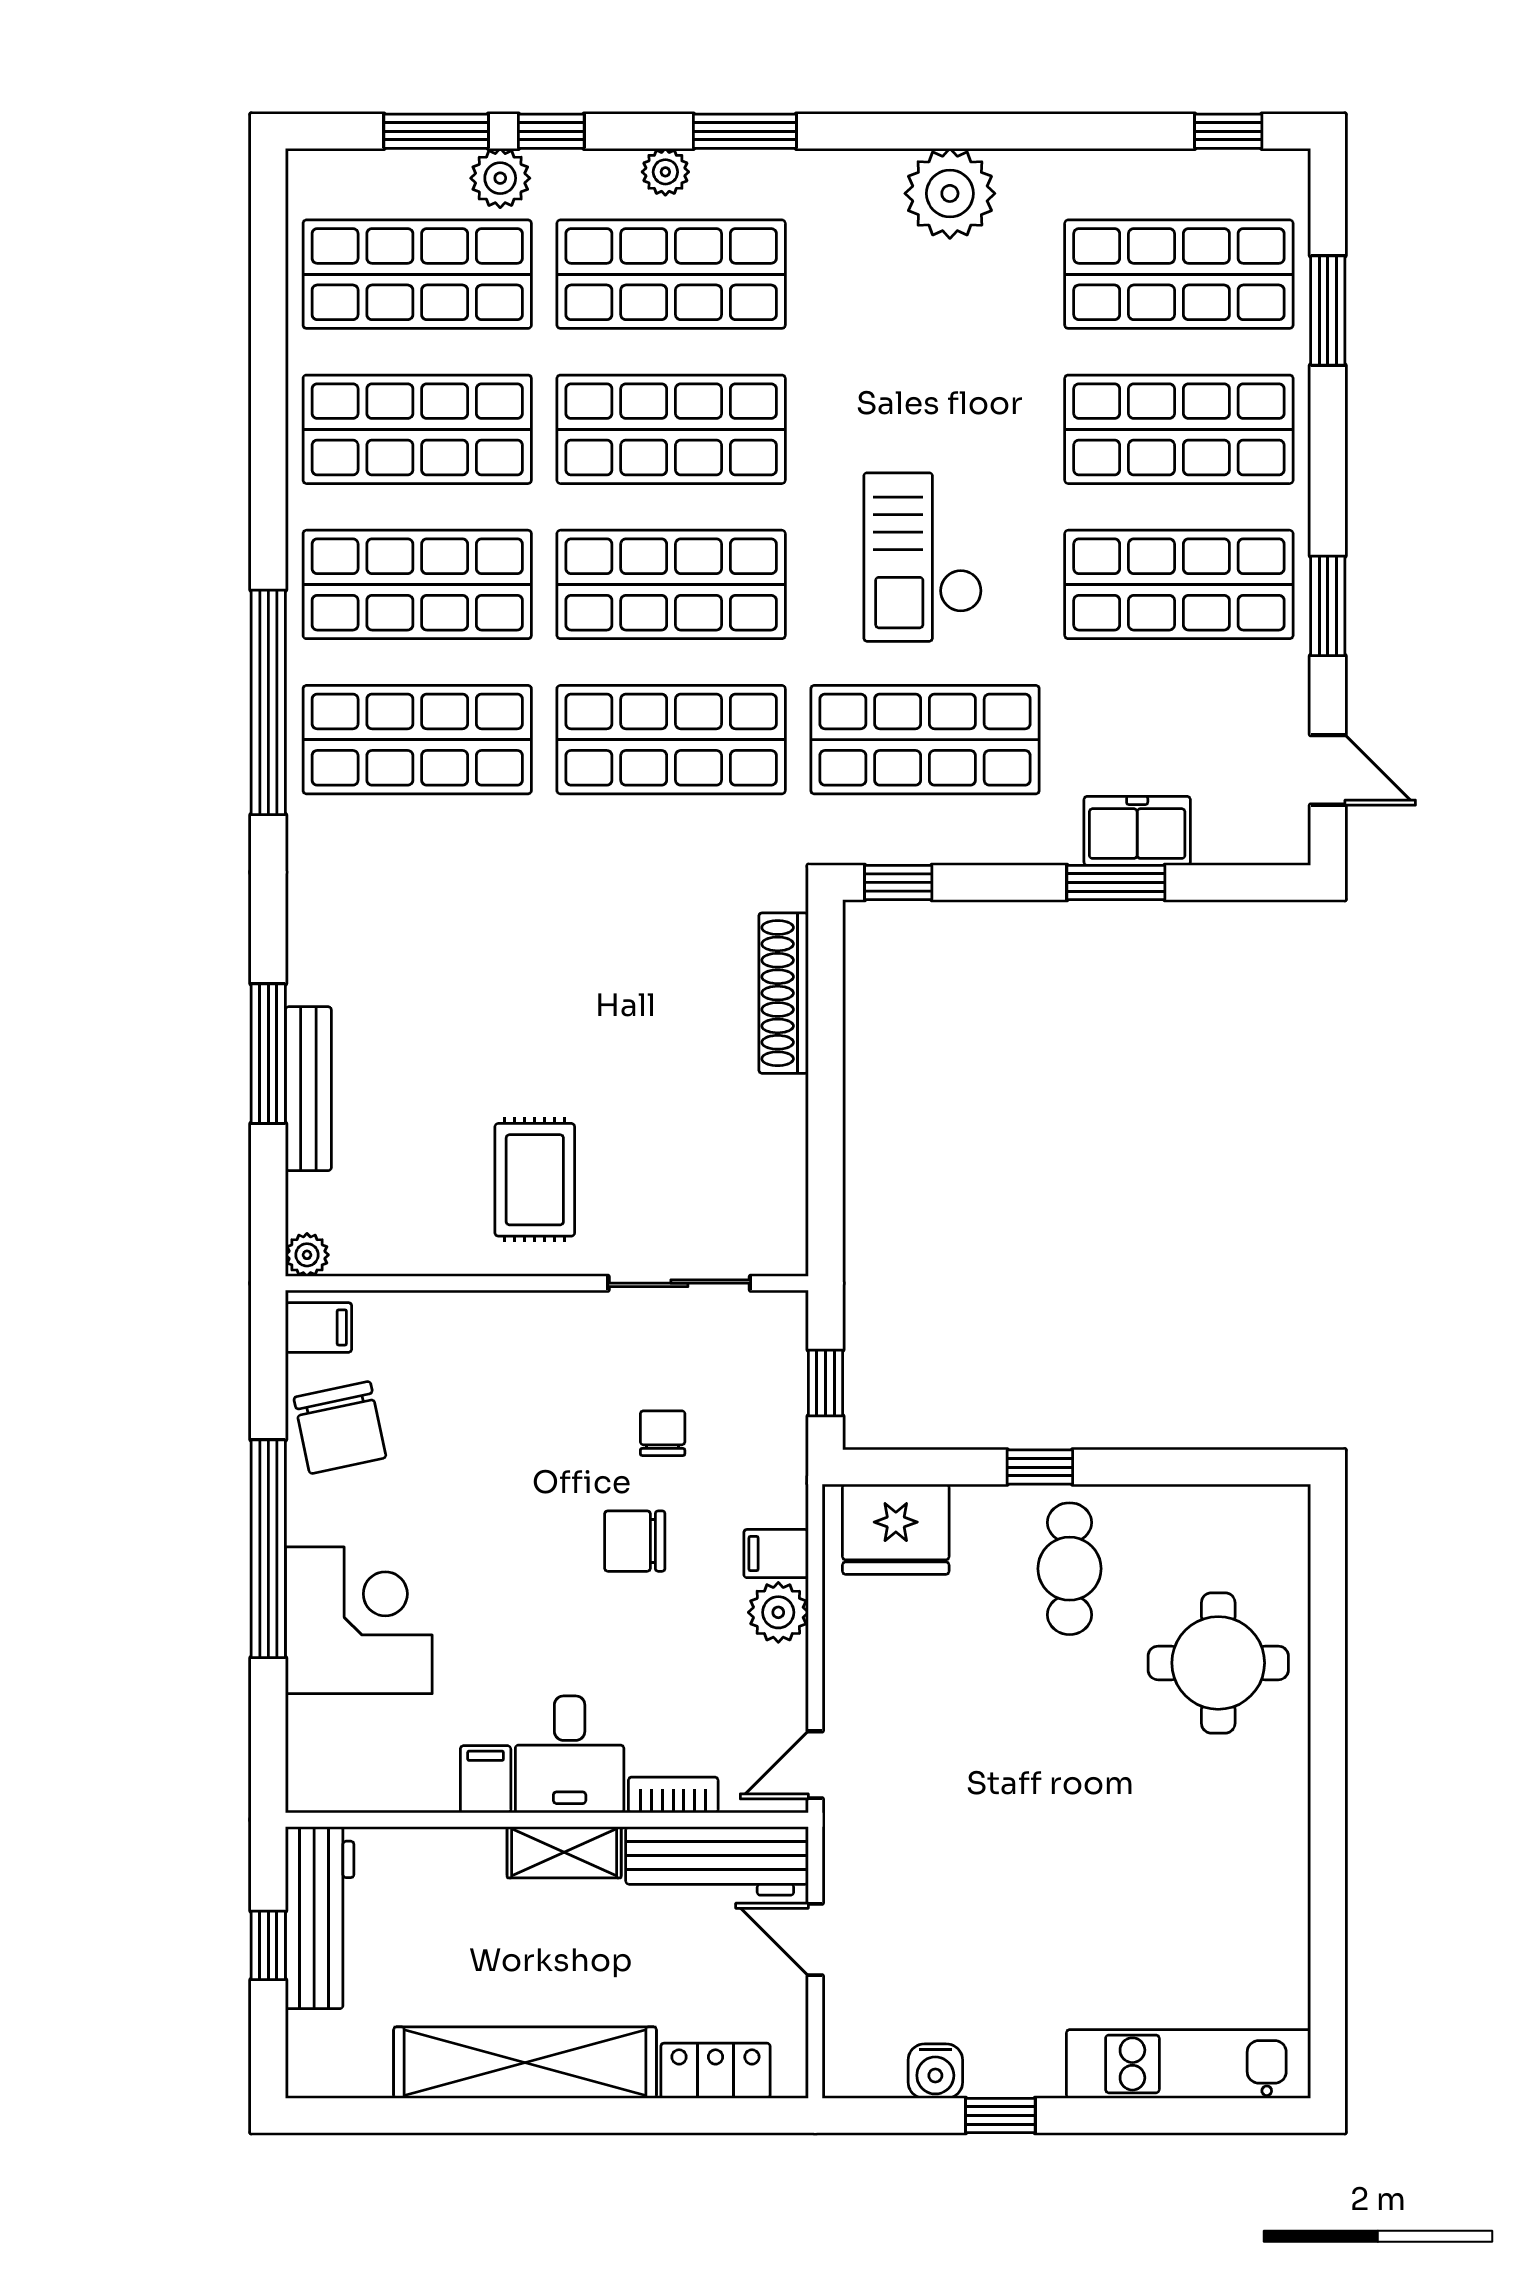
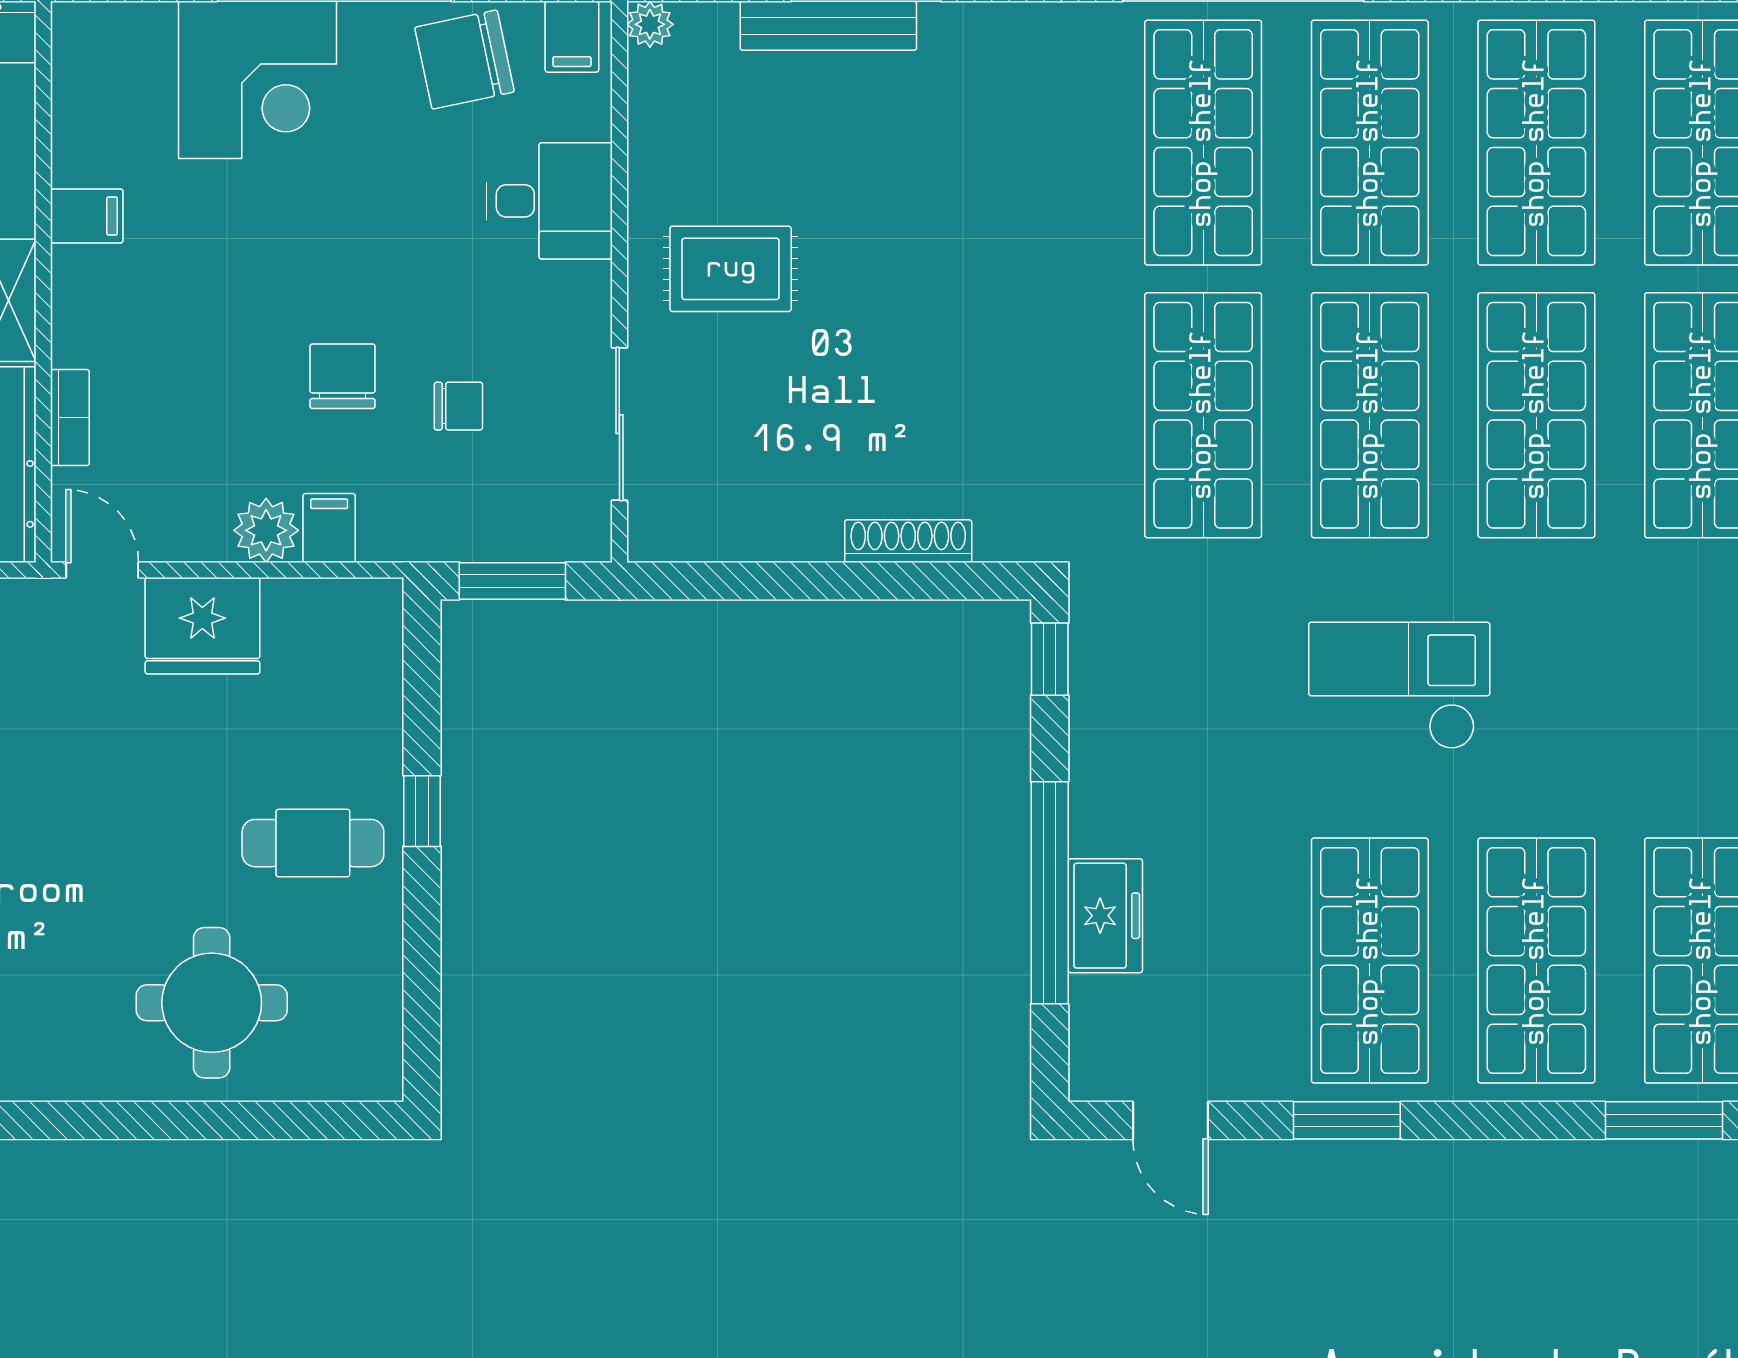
shop shelf: (925, 740) -> (1203, 688), removed
door: (1328, 770) -> (1171, 1120), hinge flipped
window: (1116, 882) -> (1050, 893), width x2.11
shoe rack: (784, 993) -> (908, 541), width x0.74, depth x0.81
window: (825, 1383) -> (512, 581), width x1.50
fridge: (896, 1529) -> (202, 626), moved, turned -90
desk: (570, 1754) -> (549, 201), moved, turned 180

